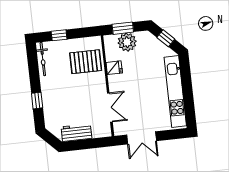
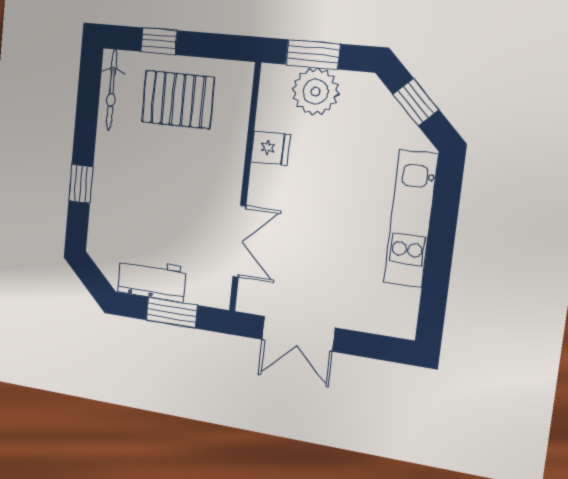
pallet: (86, 62) -> (178, 100), moved
kitchen unit: (175, 92) -> (411, 219), width x0.73
window: (88, 144) -> (172, 313), added

